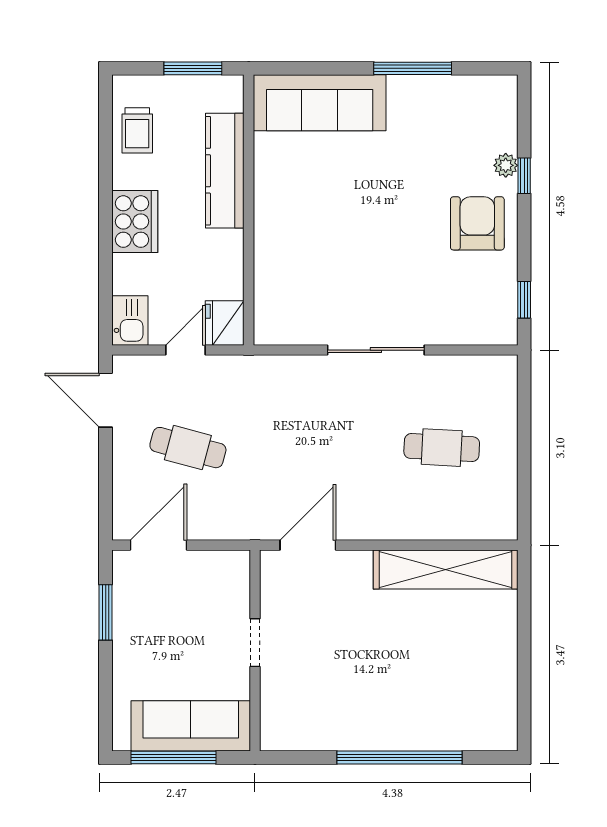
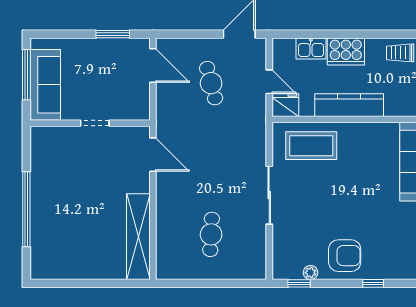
plant: (506, 165) -> (311, 273), moved
kitchen counter: (225, 171) -> (349, 105), moved
coffee table: (293, 279) -> (311, 146), added
kitchen sink: (130, 320) -> (311, 49), moved
cafe table: (188, 448) -> (211, 83), turned -30

